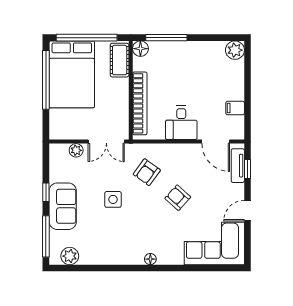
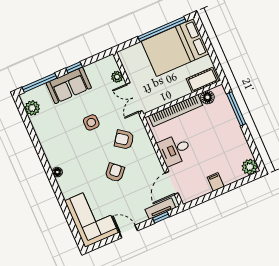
window: (87, 38) -> (209, 46), removed
floor lamp: (140, 49) -> (207, 97), moved
filing cabinet: (235, 108) -> (216, 182), moved

